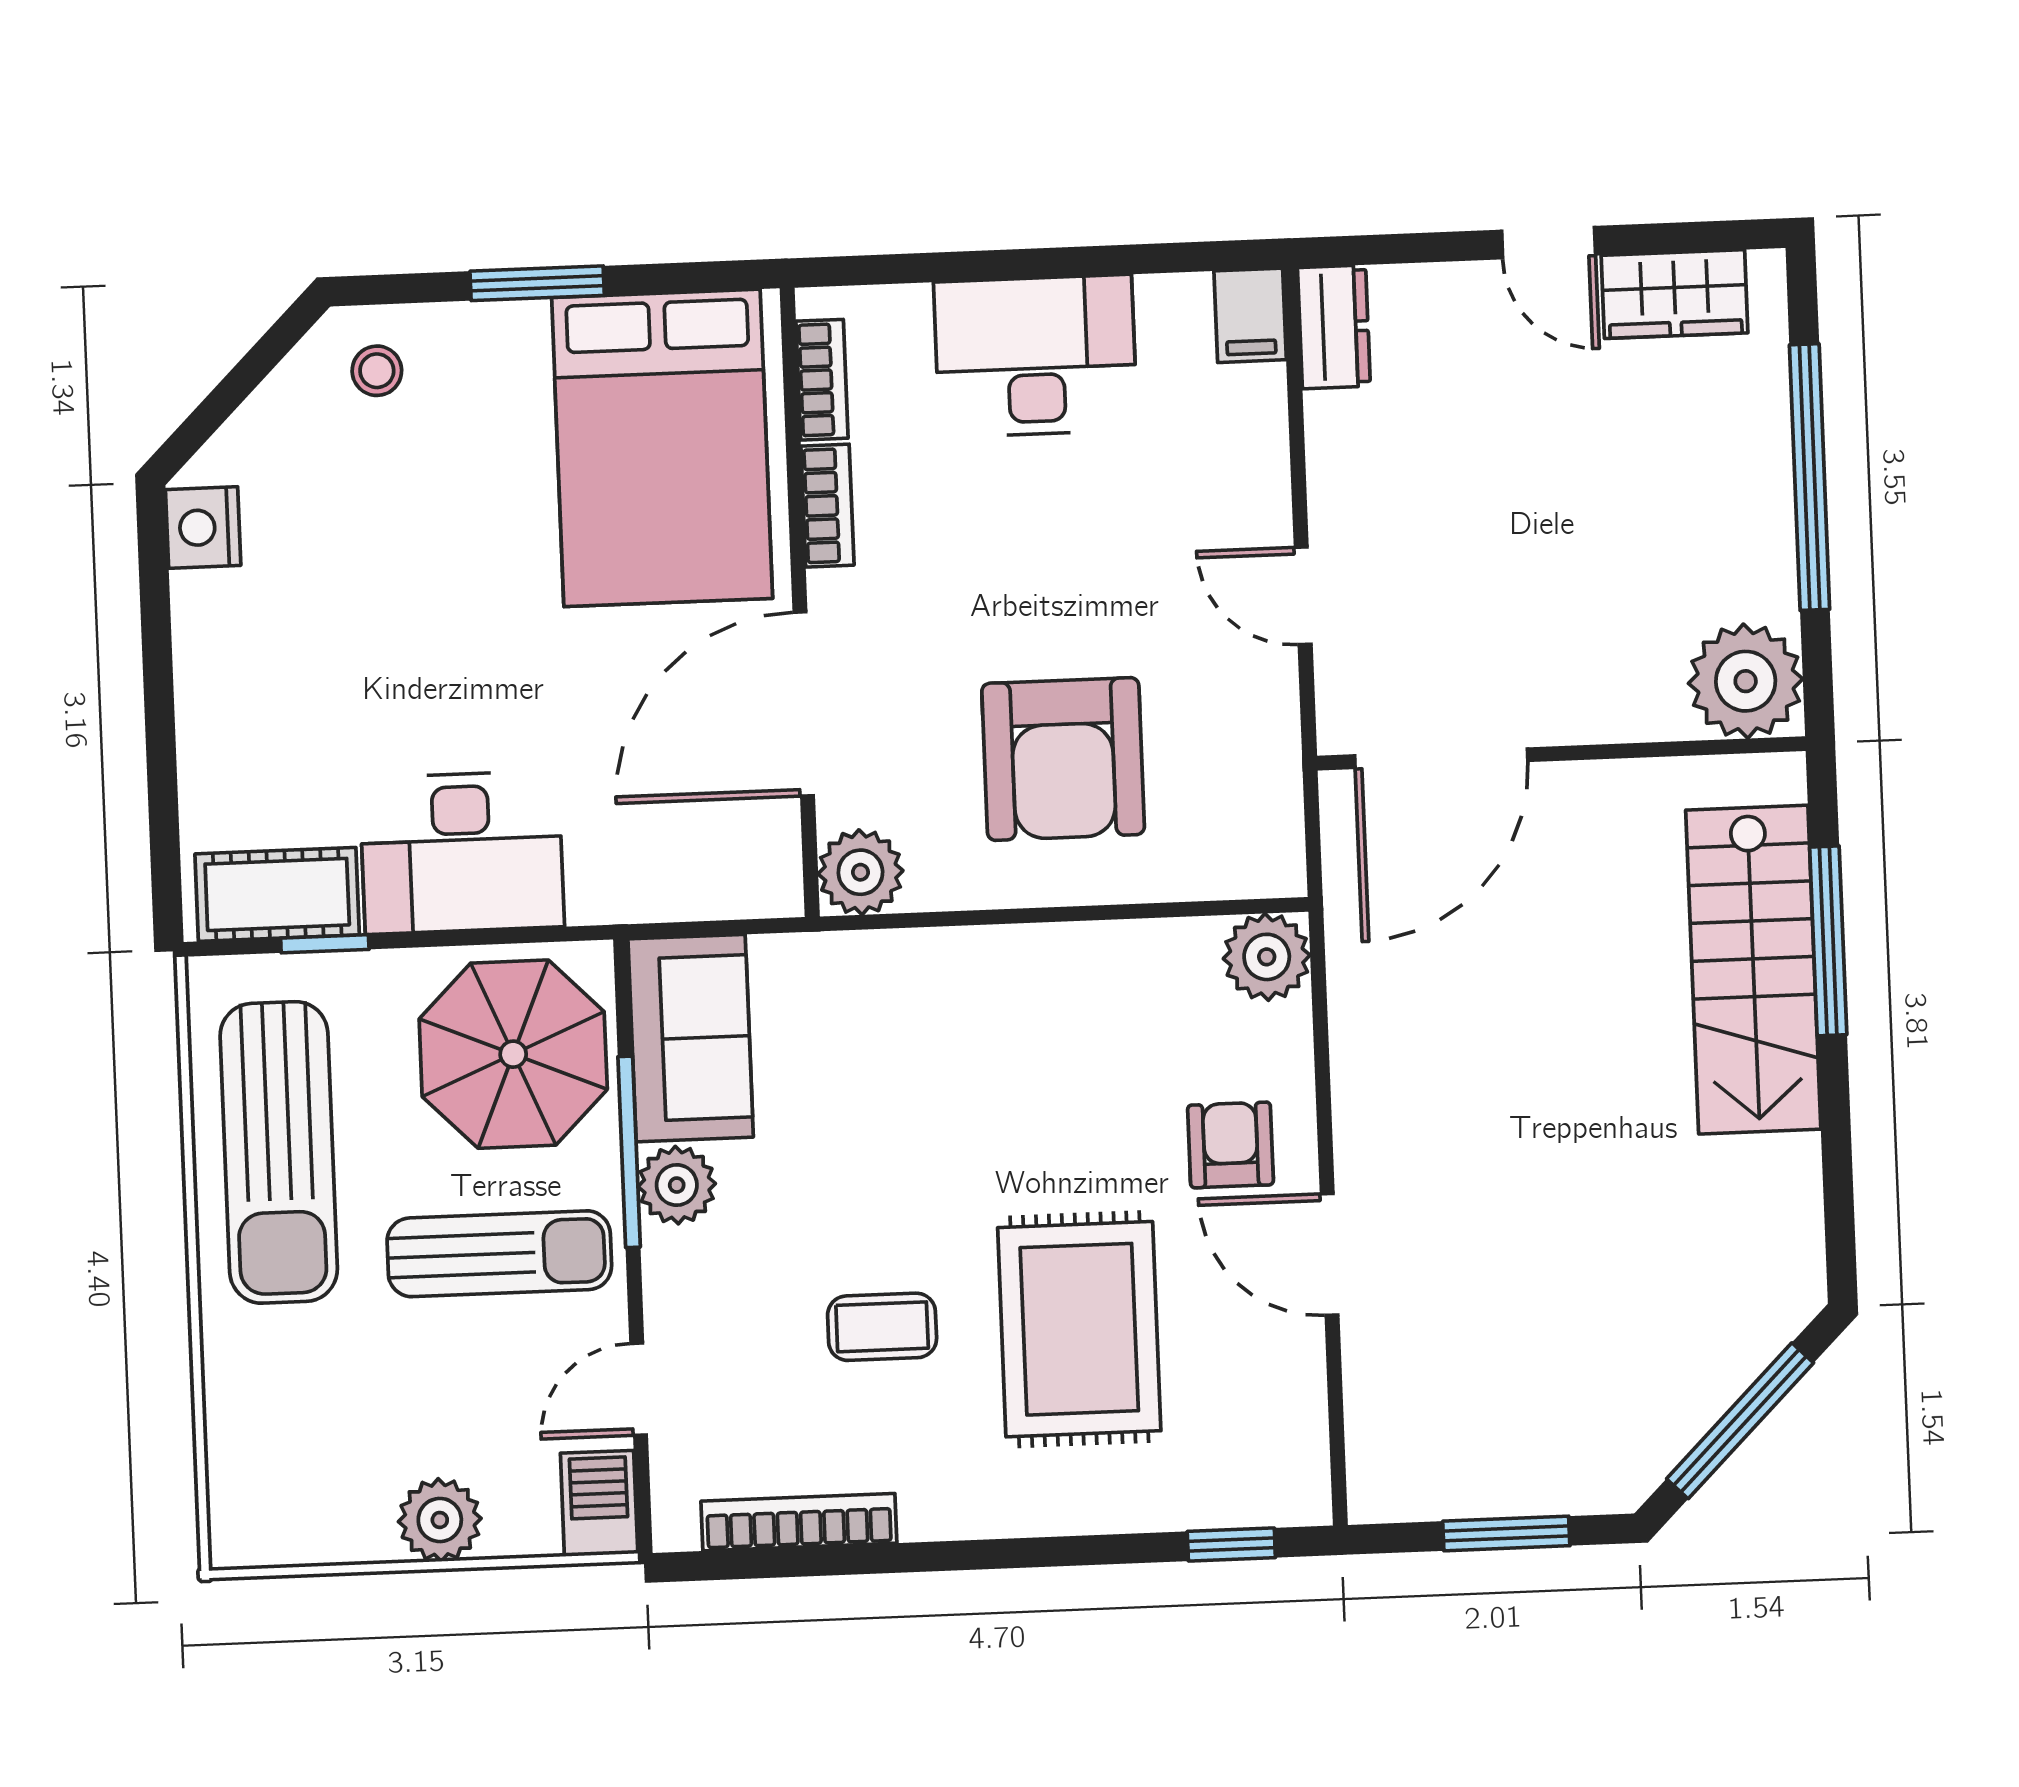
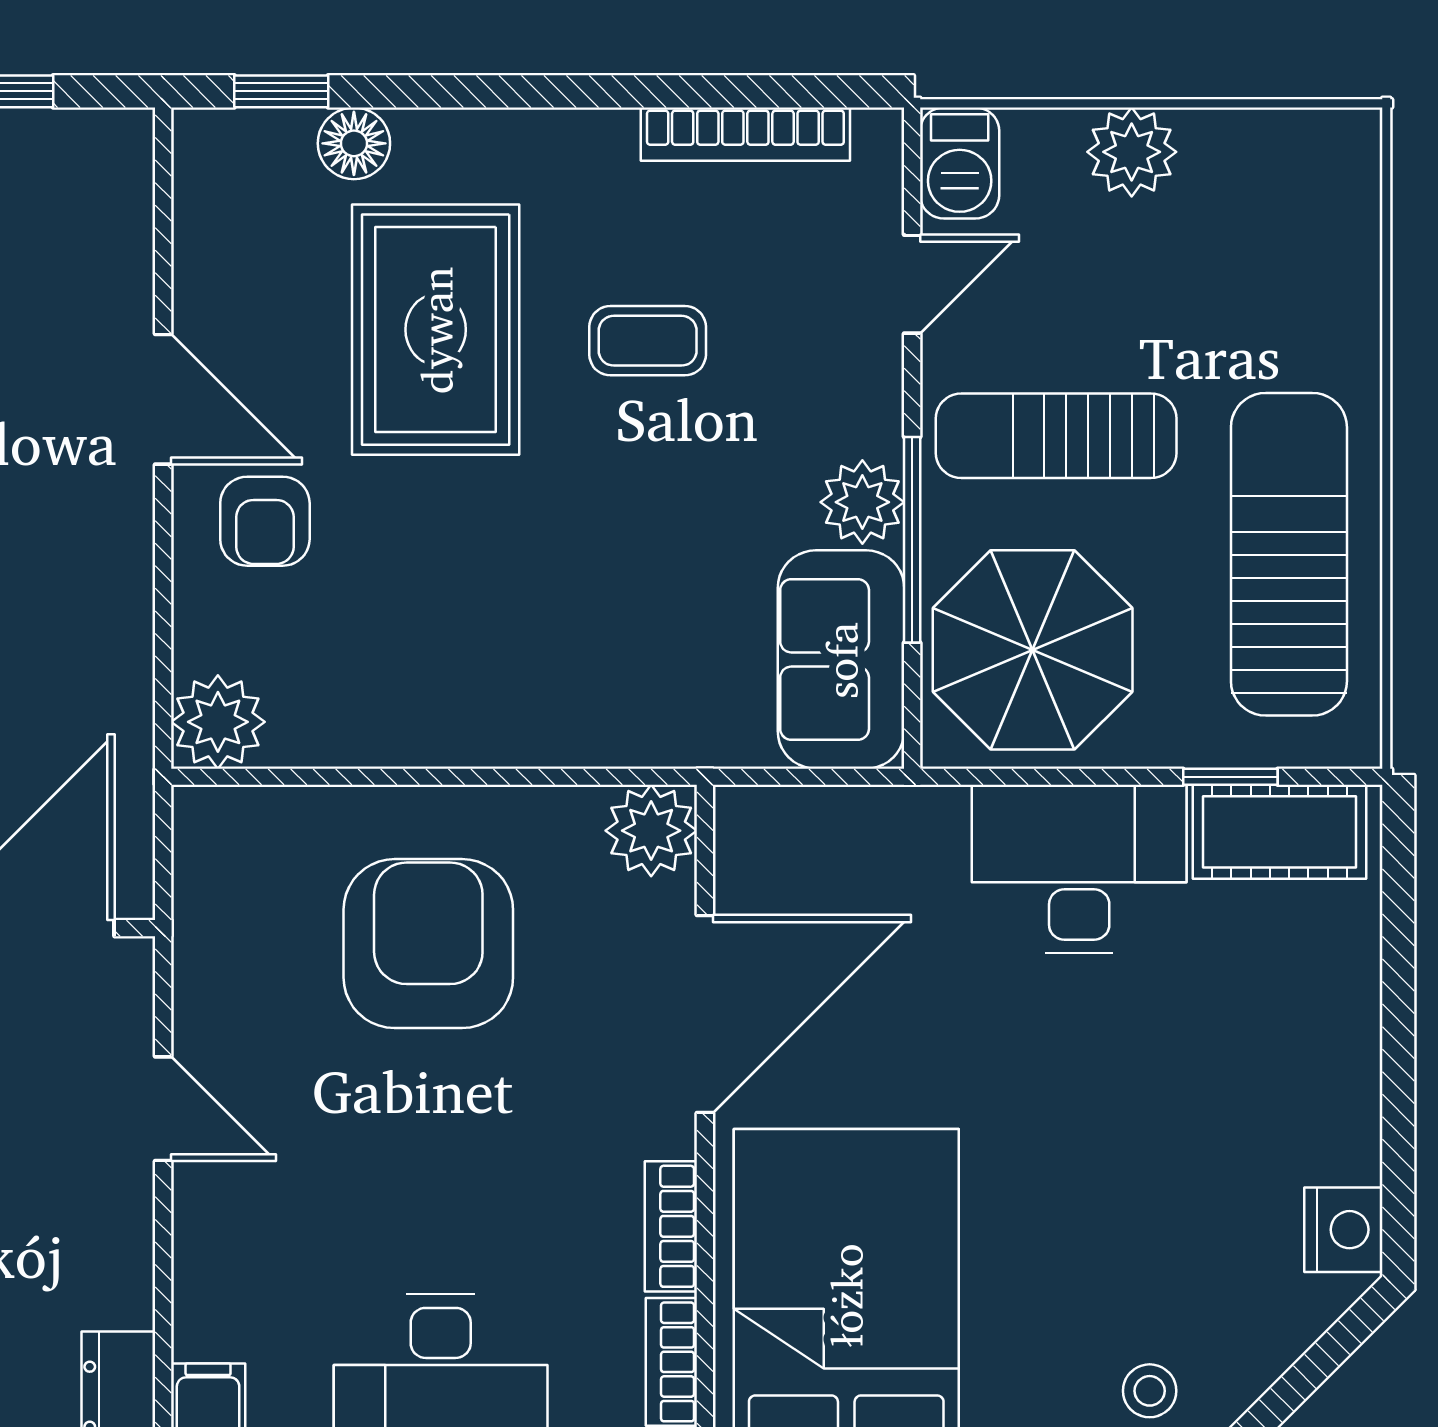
floor lamp: (1162, 1499) -> (354, 143), added

